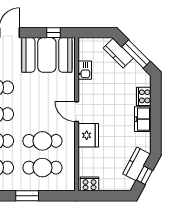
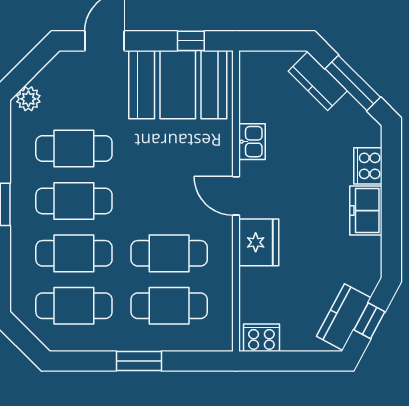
kitchen sink: (85, 70) -> (252, 142), moved
kitchen counter: (136, 164) -> (344, 317), moved

